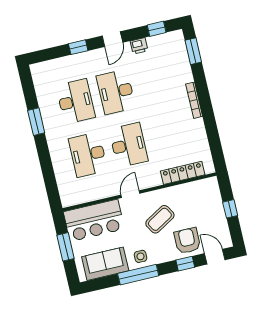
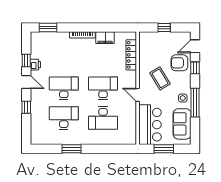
window: (157, 29) -> (26, 60), moved
desk: (116, 92) -> (64, 88), turned 180
filing cabinet: (198, 132) -> (105, 38), added

